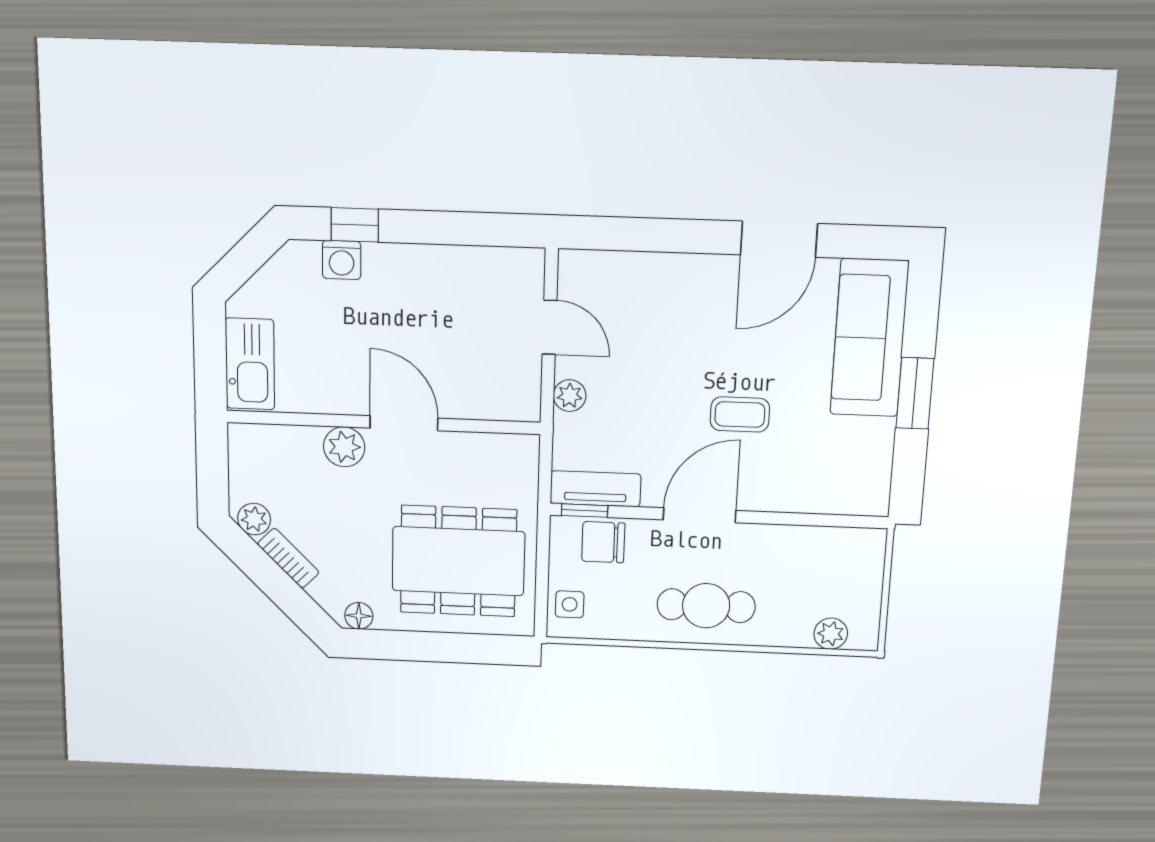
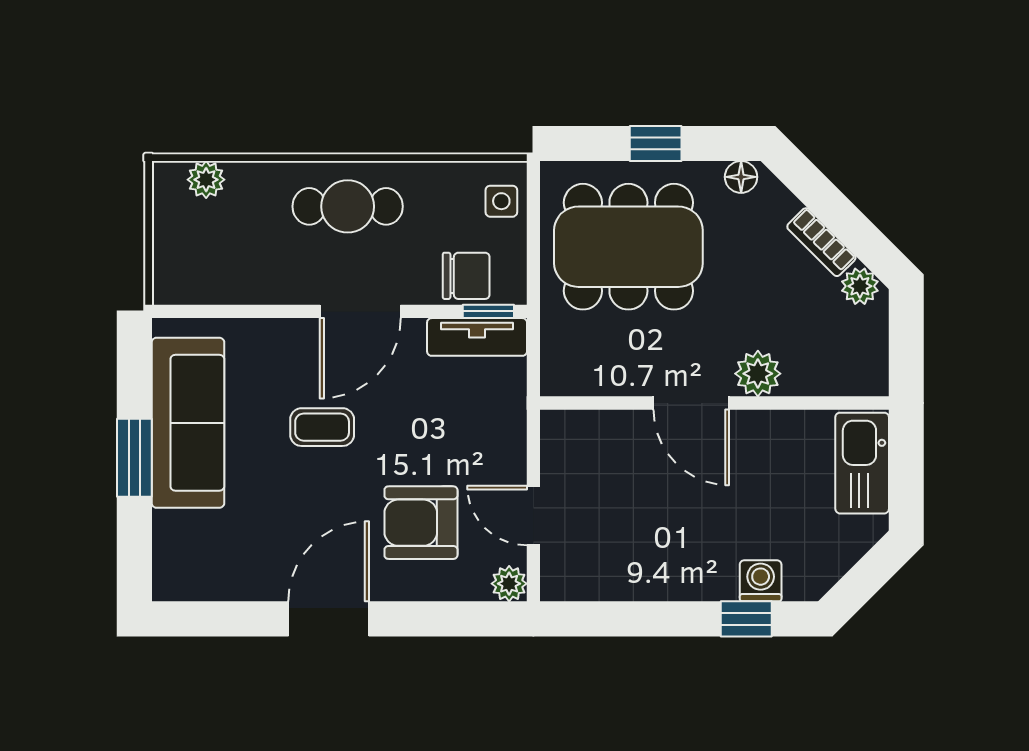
door: (779, 239) -> (329, 619), moved
armchair: (653, 324) -> (421, 523), added
sofa: (869, 338) -> (188, 423), moved
plant: (570, 396) -> (509, 584), moved
window: (433, 647) -> (656, 144), added

